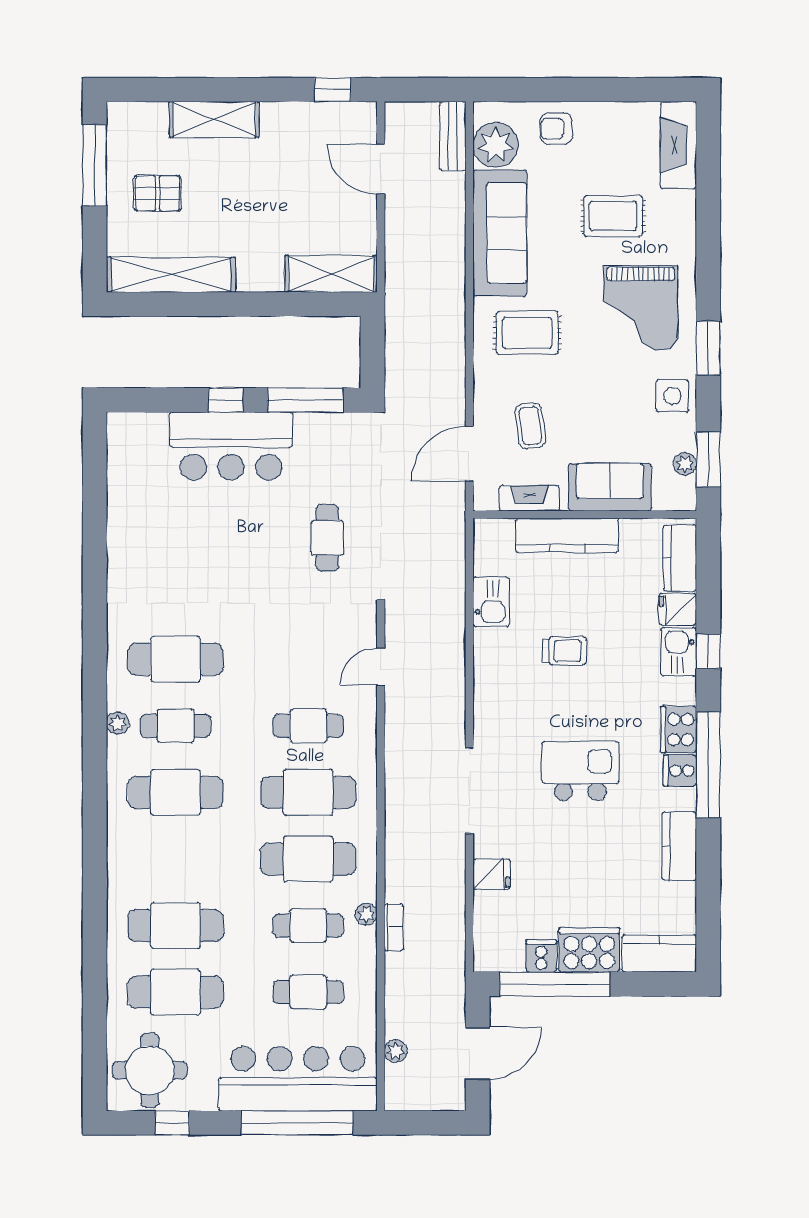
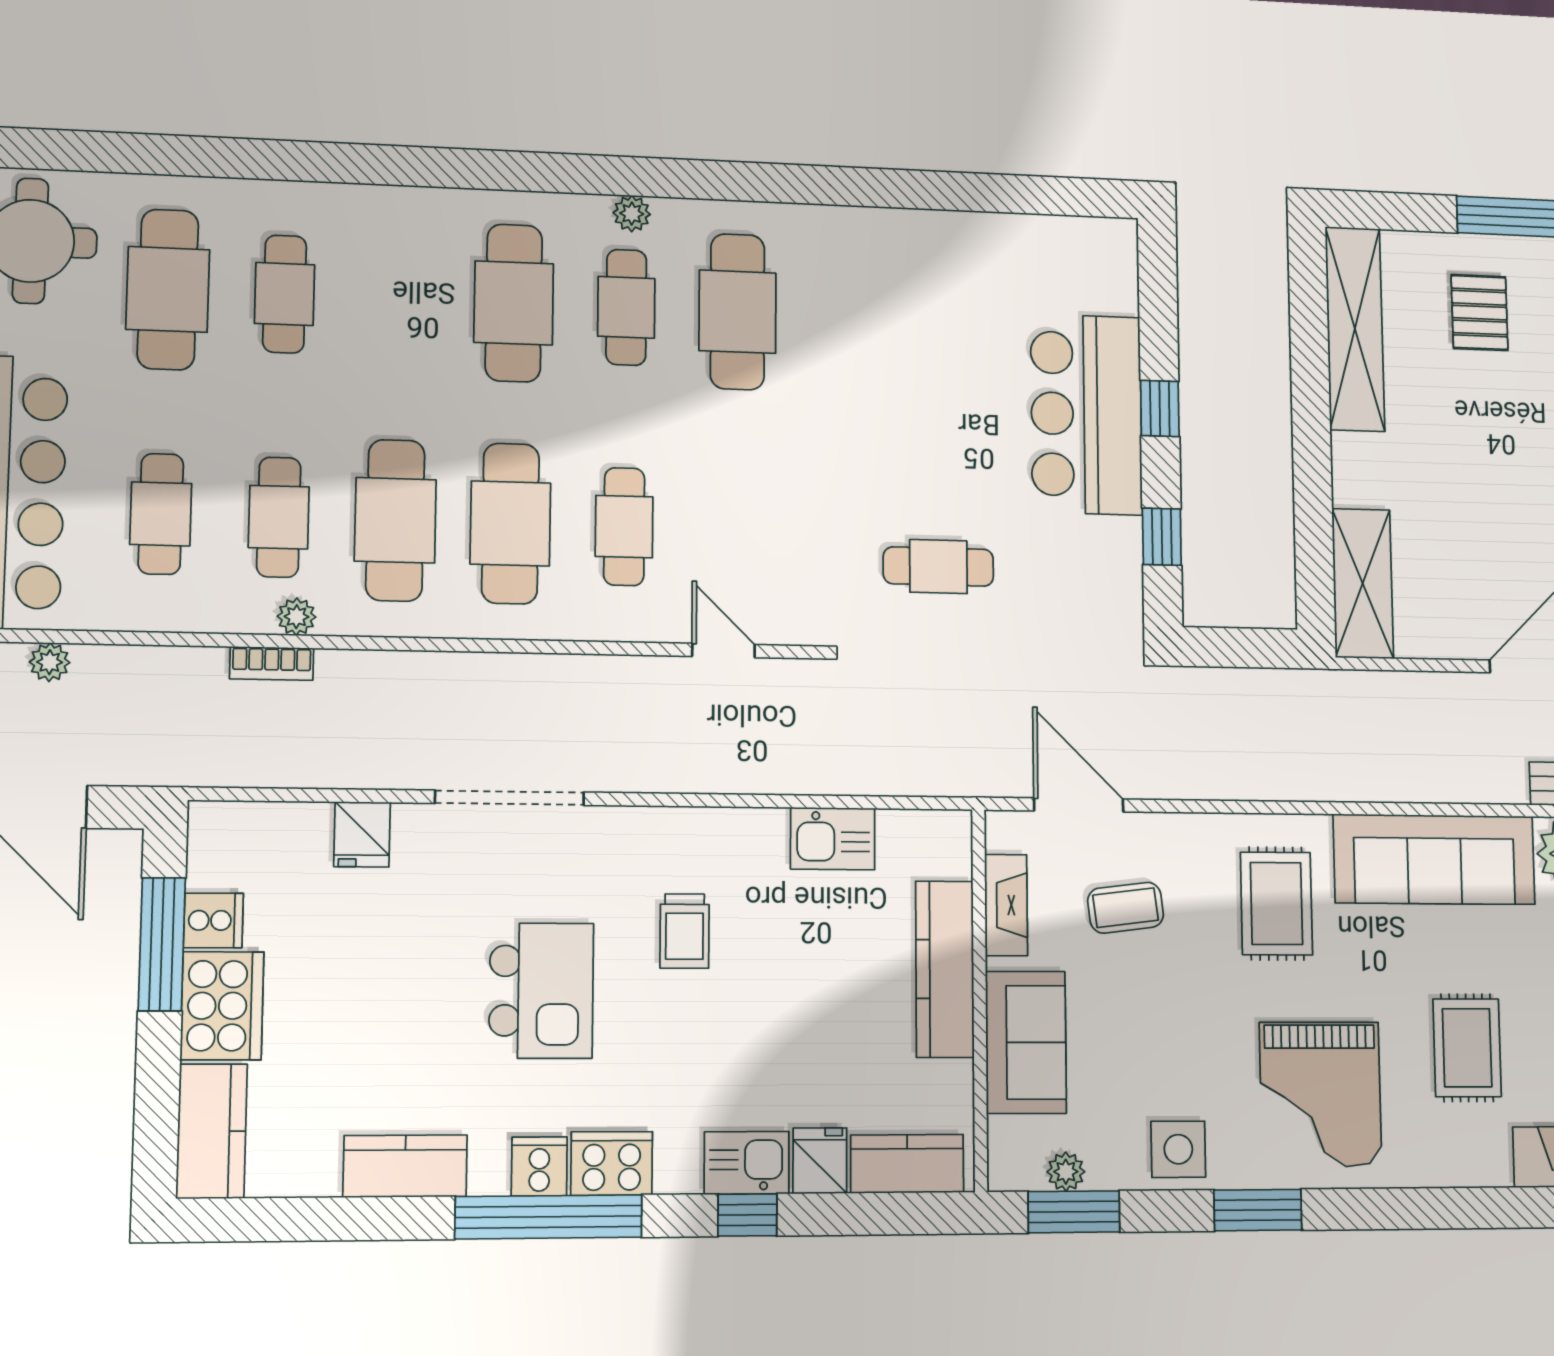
grand piano: (641, 308) -> (1321, 1094), turned -90
window: (305, 400) -> (1162, 537), width x0.46
trolley: (565, 651) -> (685, 931), moved
cafe table: (175, 926) -> (285, 294), width x0.73, depth x0.74
window: (555, 984) -> (162, 944), width x0.68

